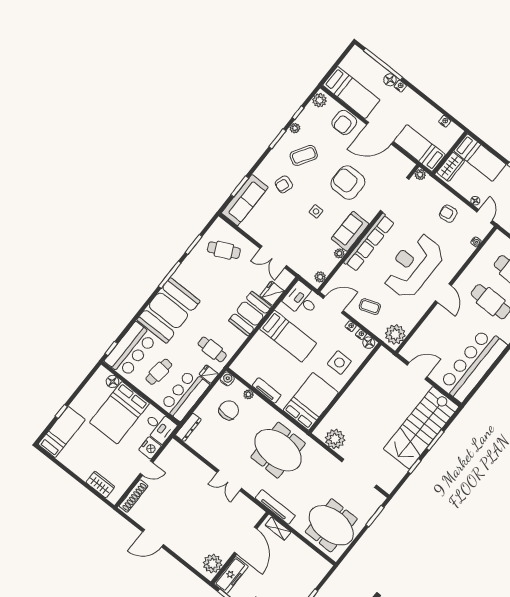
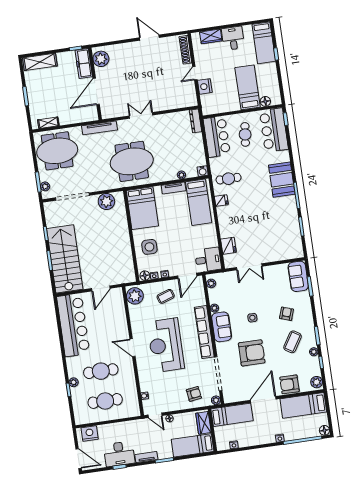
floor lamp: (390, 80) -> (324, 430), moved
armchair: (344, 122) -> (290, 384), turned -90
sofa: (245, 200) -> (298, 276), width x0.73
armchair: (448, 214) -> (194, 394), moved
cafe table: (224, 250) -> (281, 241), removed
double door: (273, 257) -> (249, 267), swing flipped
reception desk: (413, 266) -> (166, 345), turned 180
booth: (168, 310) -> (282, 180), width x0.73, depth x0.70
booth: (250, 314) -> (229, 221), removed
bed: (288, 336) -> (199, 202), moved, turned -90
fridge: (209, 374) -> (221, 201), moved
chair: (229, 410) -> (183, 154), removed
bed: (119, 413) -> (248, 87), width x0.67
desk: (159, 427) -> (233, 38), moved, turned 90
plant: (373, 506) -> (45, 186), added
shelving: (278, 529) -> (48, 123), moved
door: (153, 538) -> (149, 38), hinge flipped
door: (246, 541) -> (96, 91), hinge flipped

